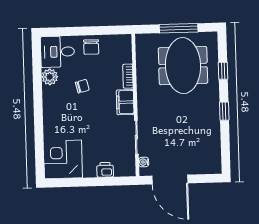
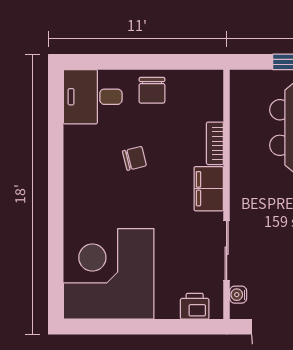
plant: (50, 77) -> (78, 140), removed
corner desk: (63, 159) -> (109, 274), width x1.36, depth x1.36
printer: (105, 170) -> (195, 306), moved

